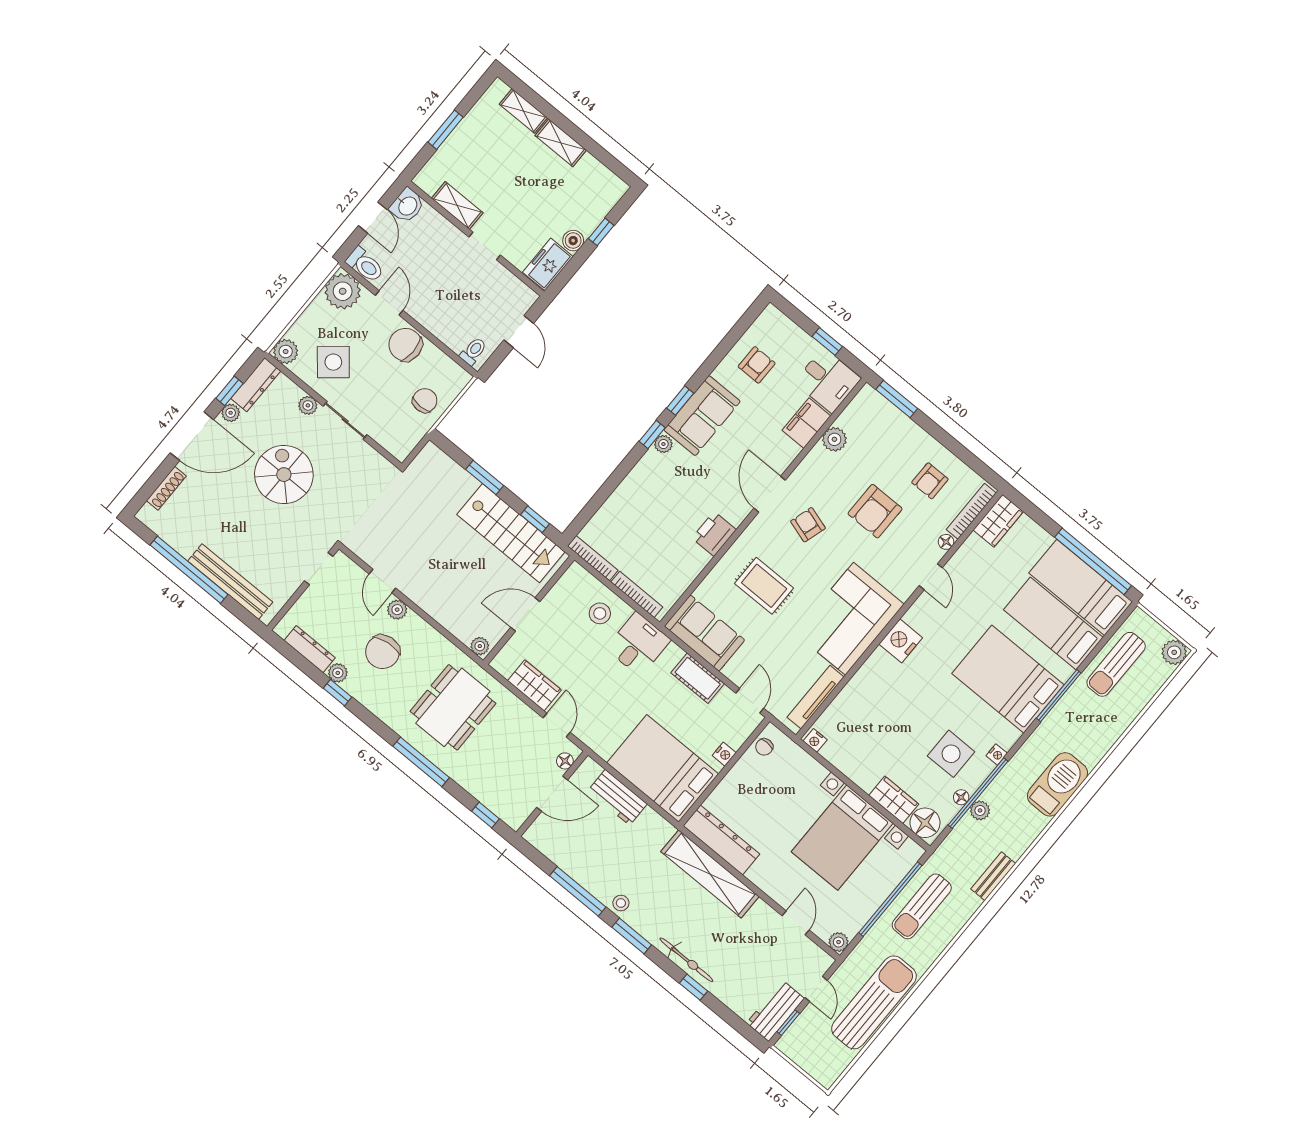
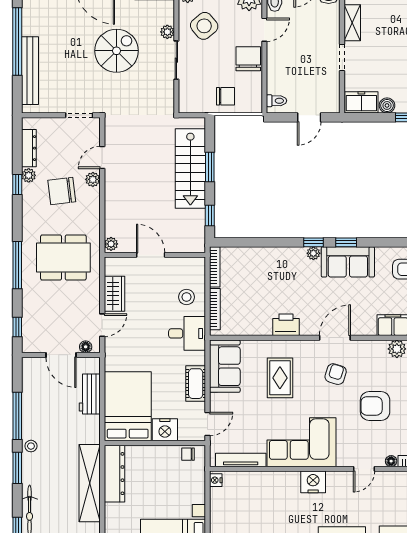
stairs: (511, 533) -> (190, 168), moved
nightstand: (724, 754) -> (165, 430), width x1.89, depth x1.79

